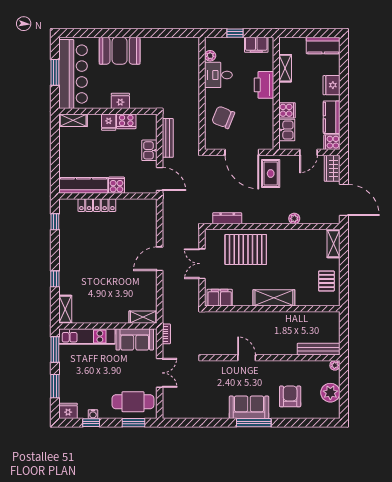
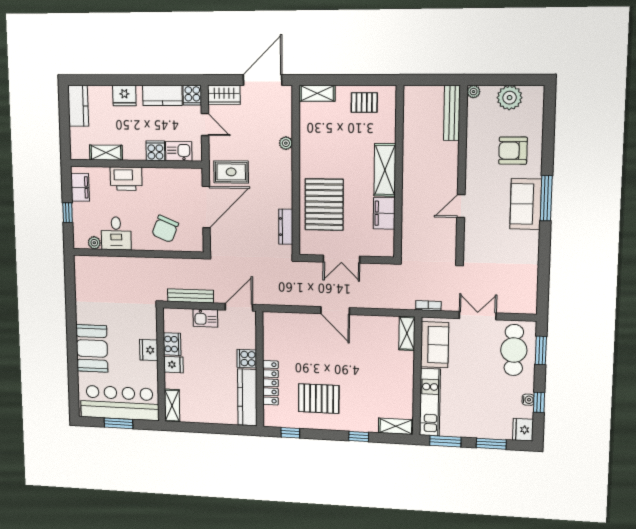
pallet: (85, 246) -> (319, 399), added
filing cabinet: (220, 298) -> (384, 213), moved

